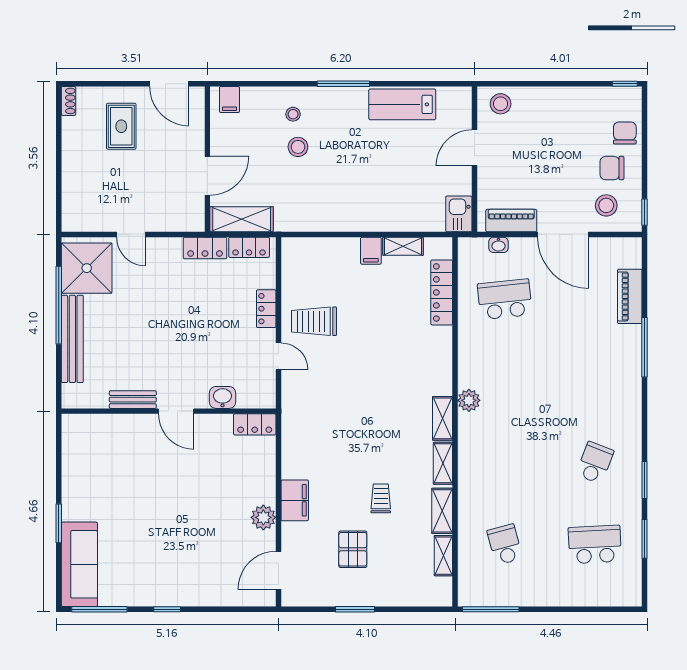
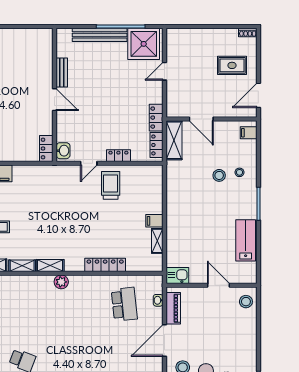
locker: (442, 292) -> (105, 265), moved
washbasin: (223, 397) -> (63, 151), moved
door: (176, 411) -> (55, 100), swing flipped

